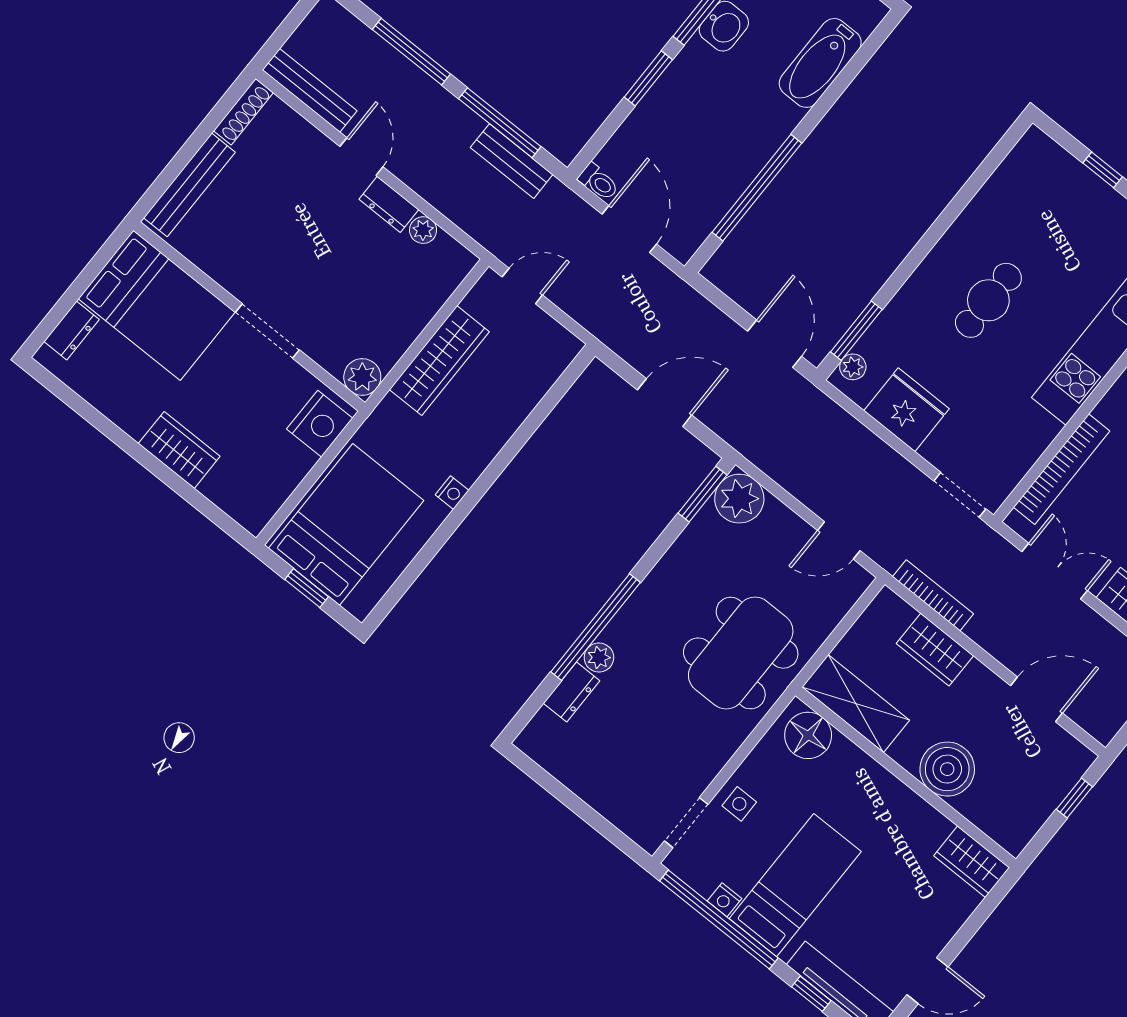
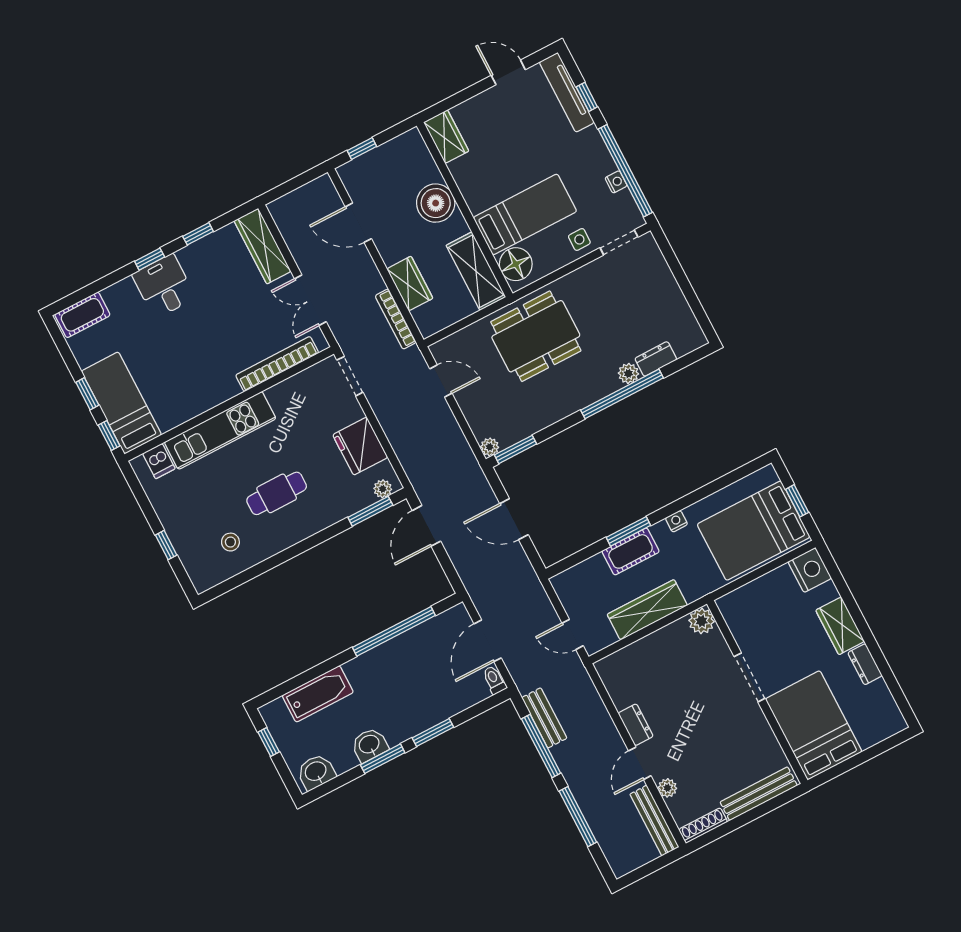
stool: (1021, 211) -> (230, 542), added
plant: (423, 230) -> (667, 788), moved
dresser: (72, 330) -> (865, 664), moved, turned -90
nightstand: (320, 424) -> (810, 570), moved, turned 90
cot: (494, 427) -> (631, 551), added
window: (509, 452) -> (628, 531), added
plant: (739, 499) -> (490, 447), width x0.53, depth x0.53
bed: (795, 885) -> (525, 214), moved, turned 180

